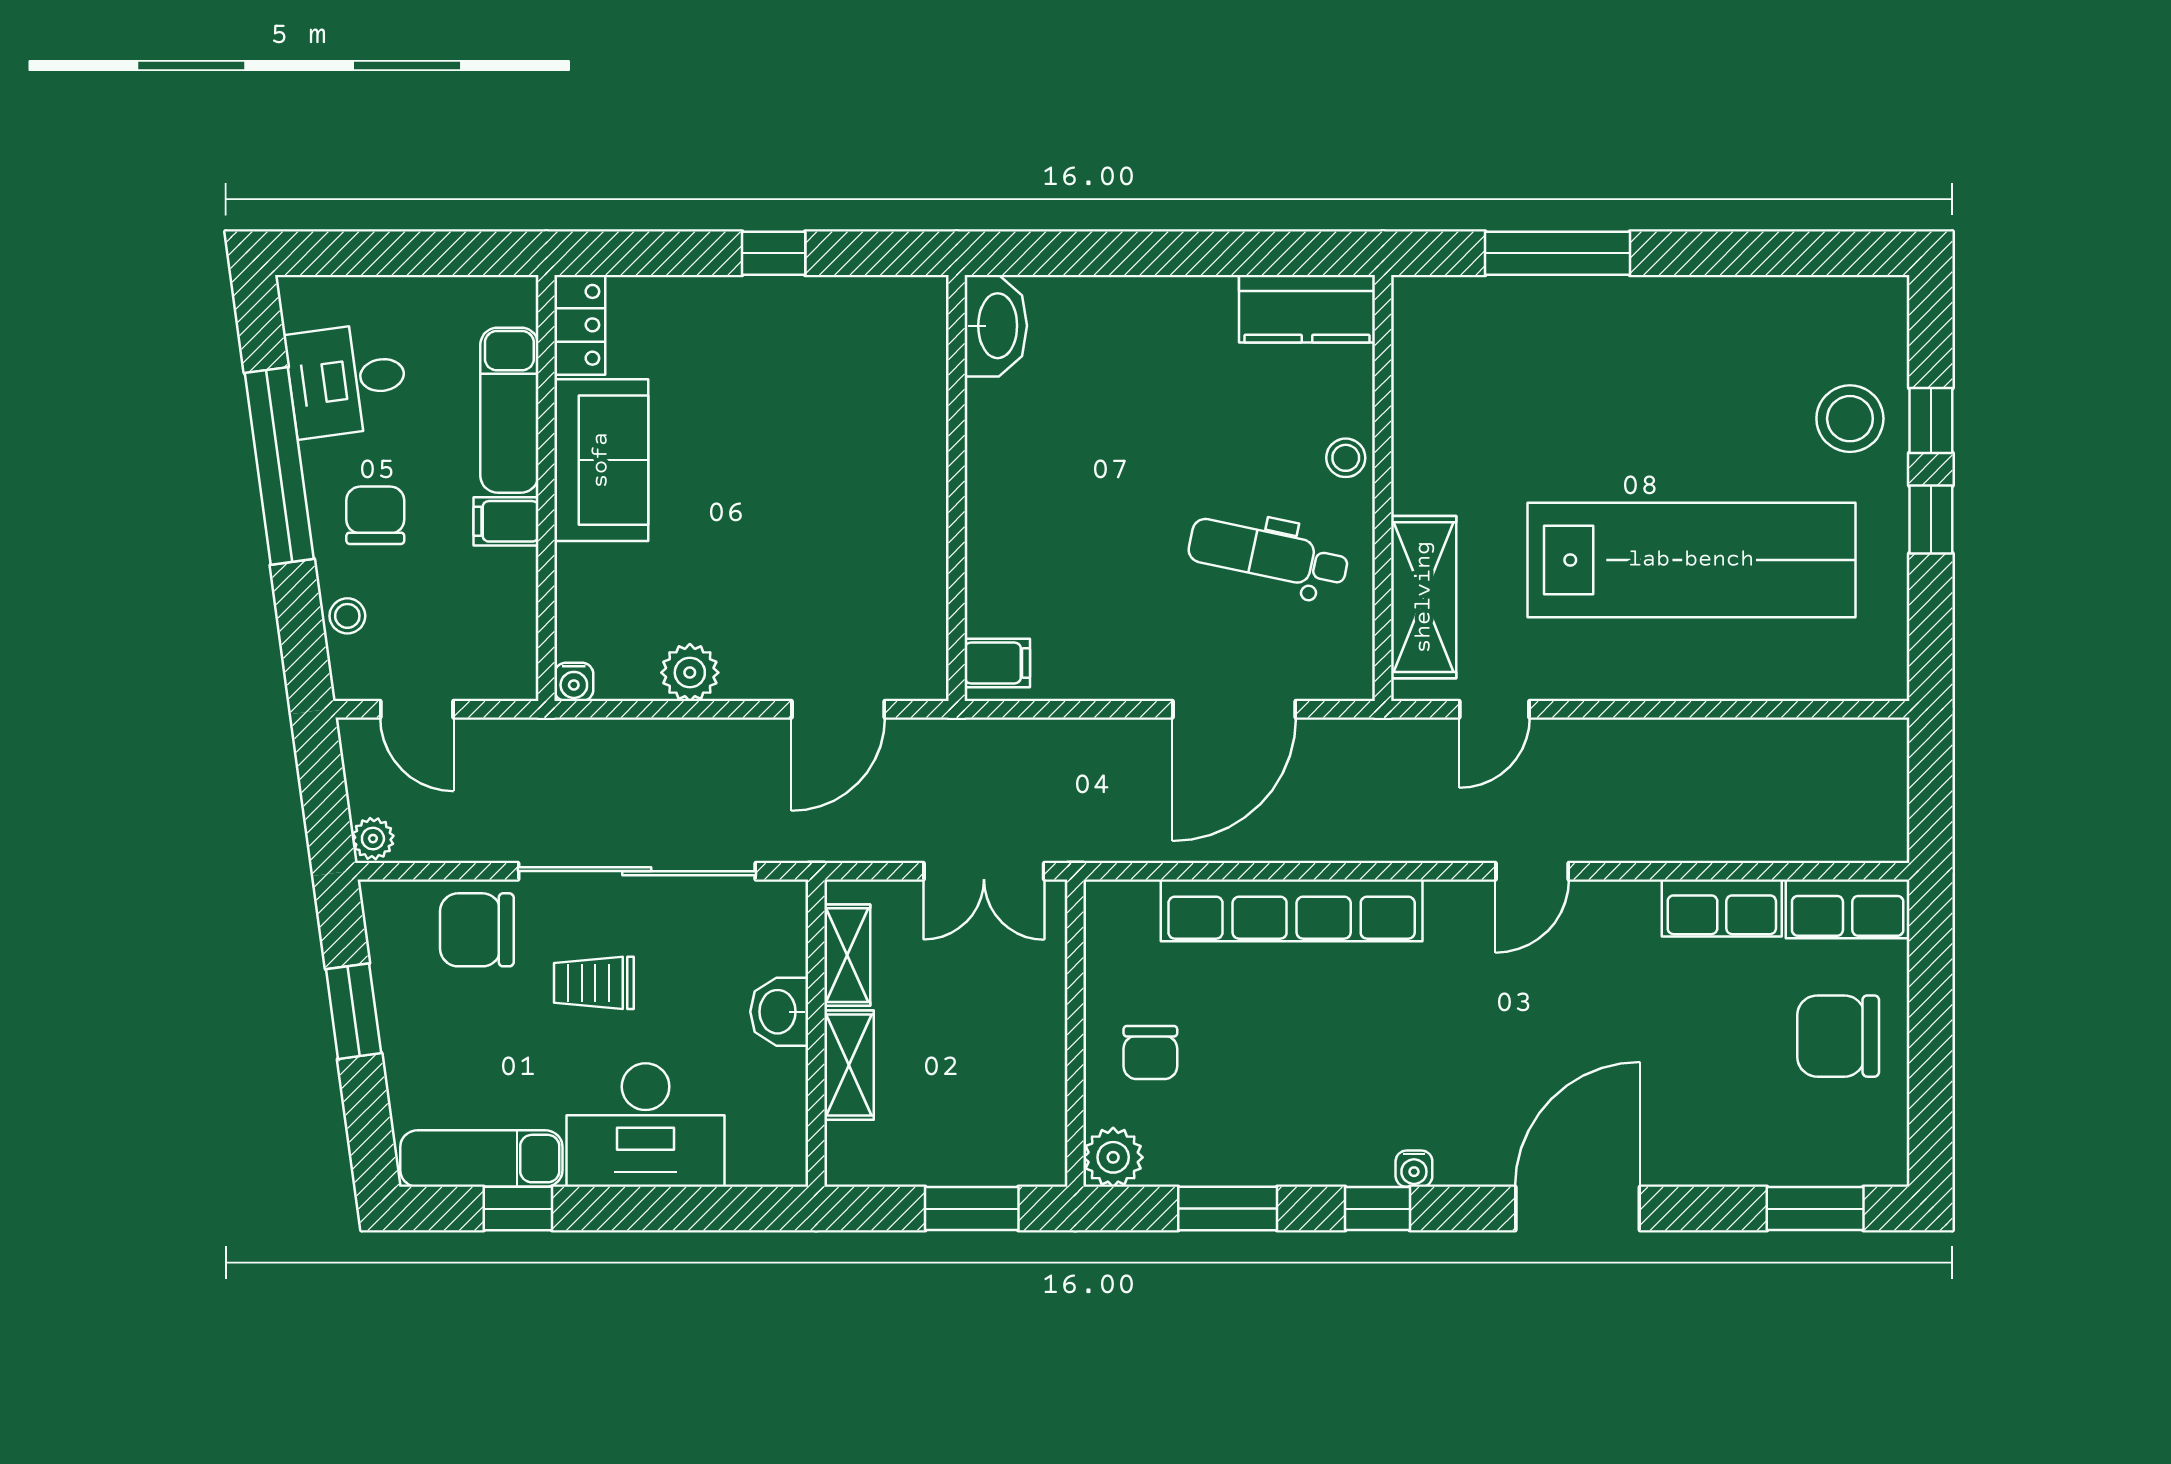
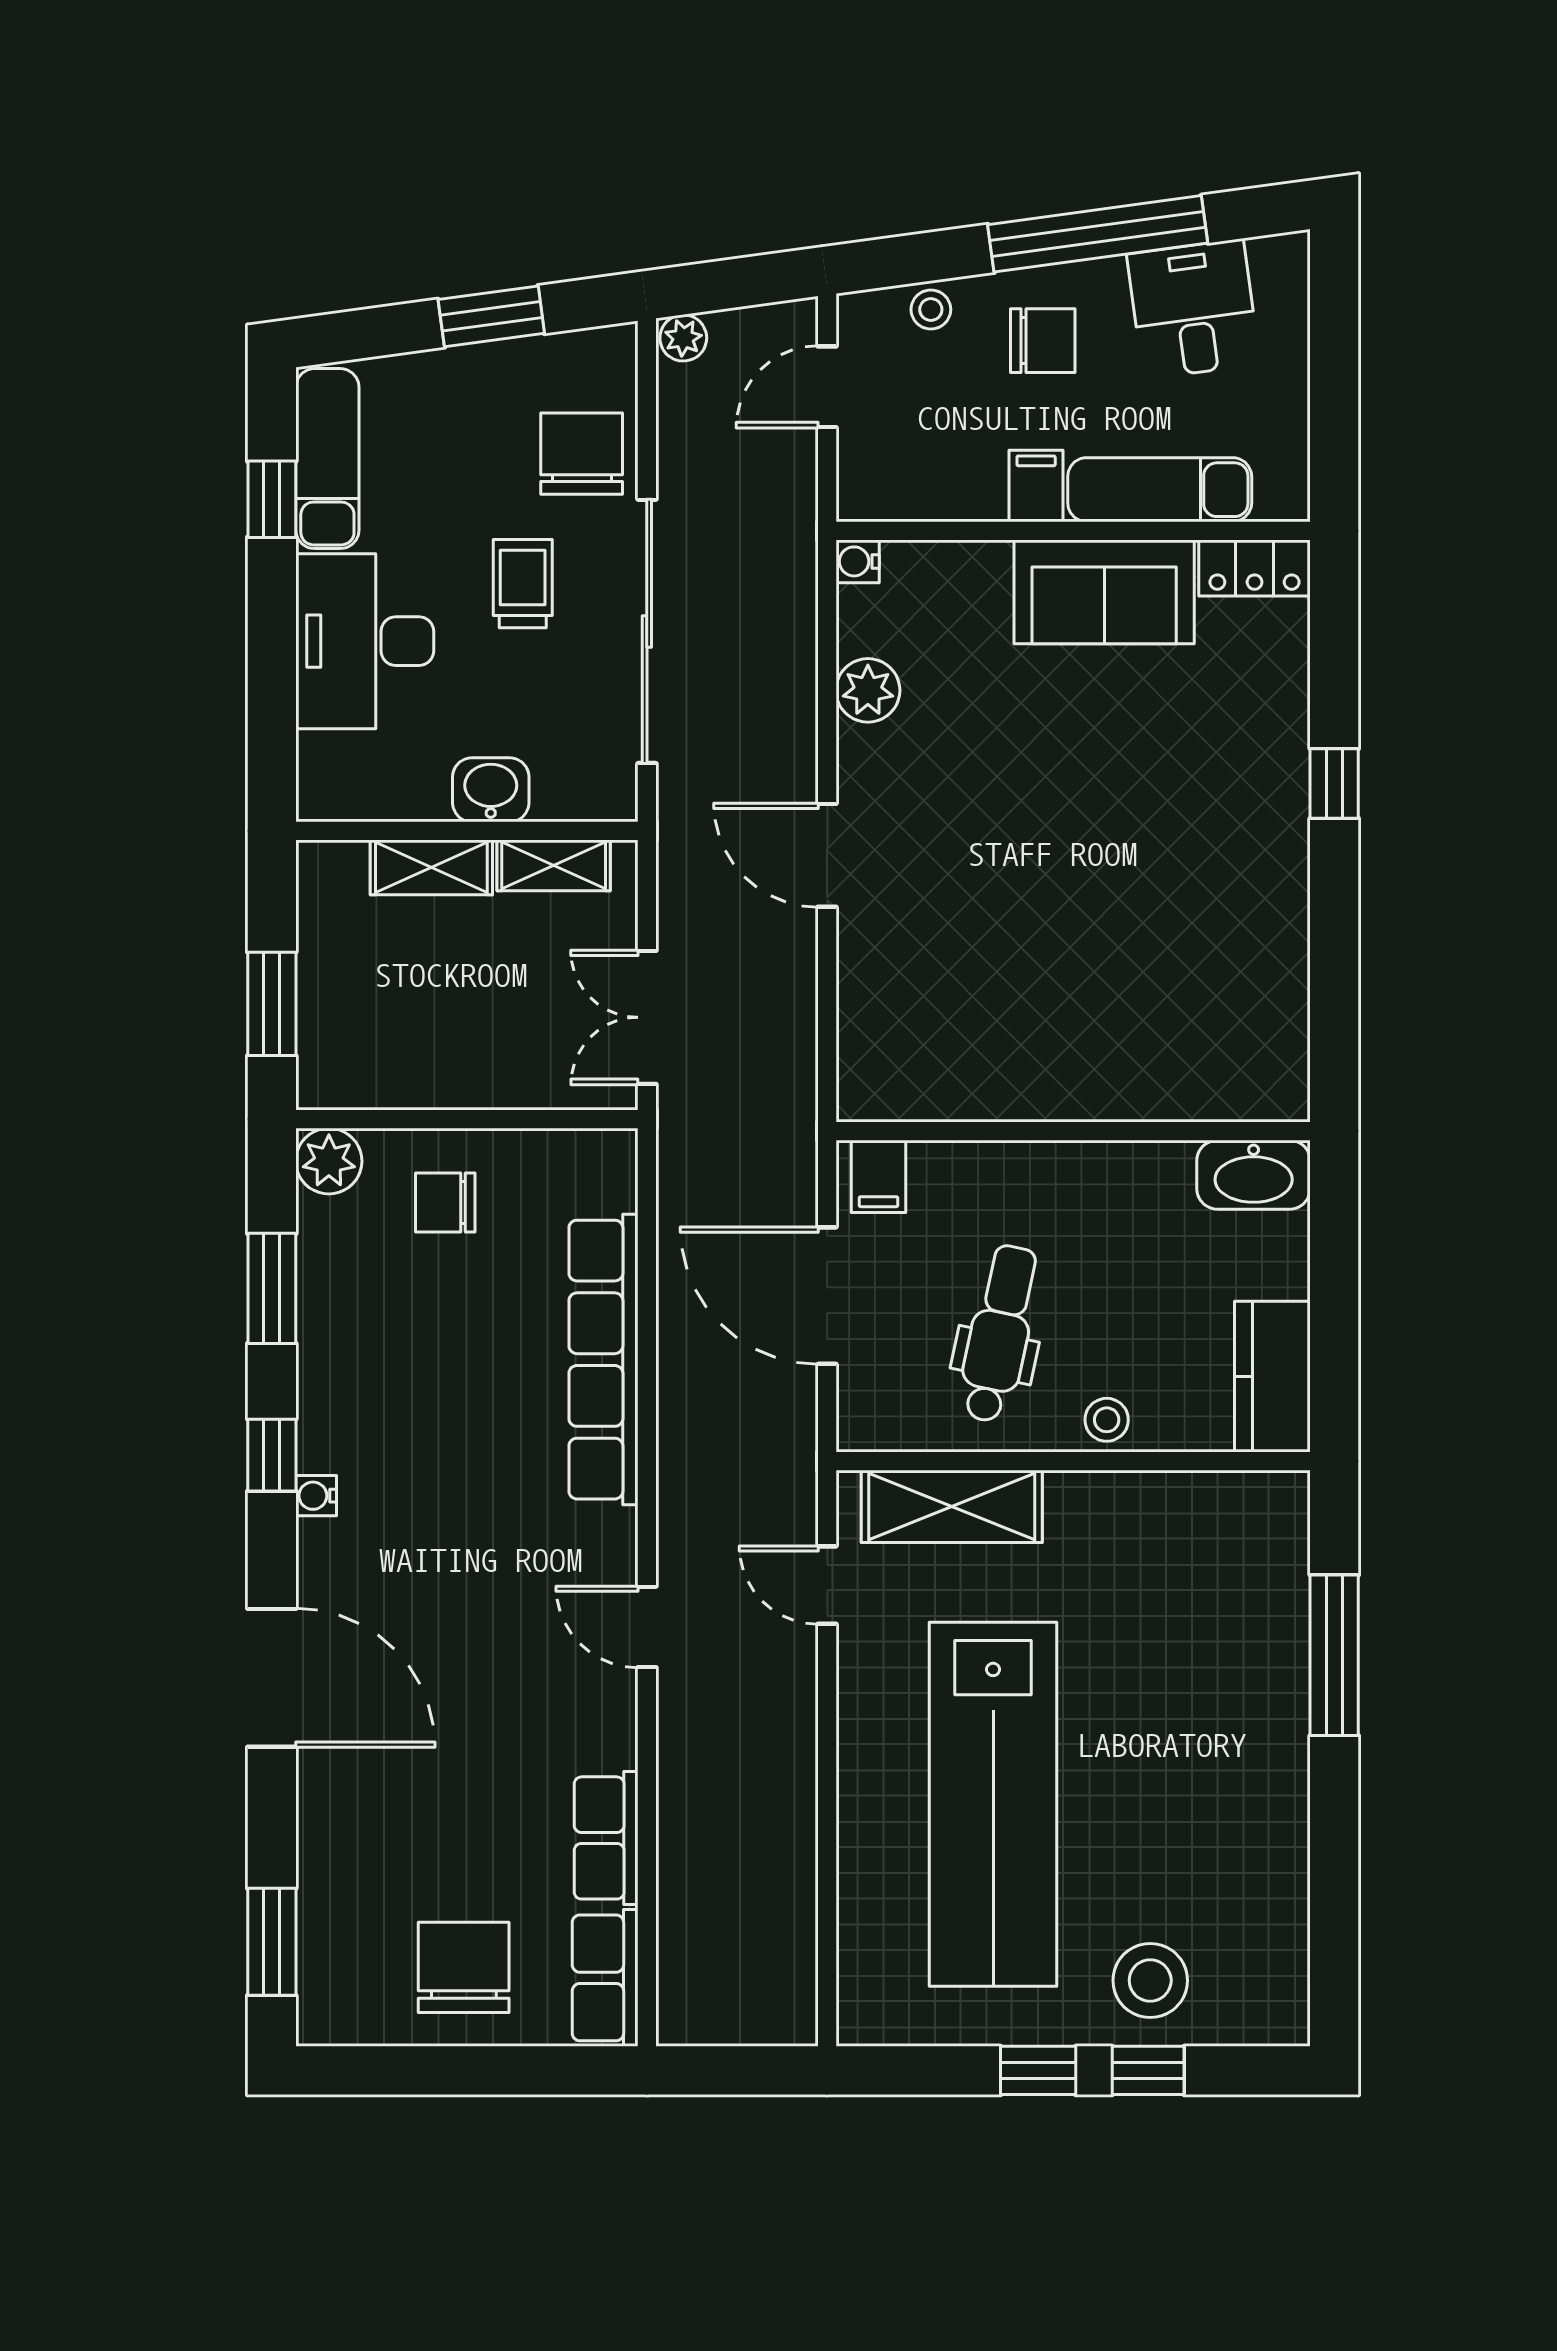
washbasin: (996, 326) -> (1254, 1175), moved
wall: (957, 488) -> (1073, 1131), moved
filing cabinet: (997, 663) -> (879, 1176), moved

